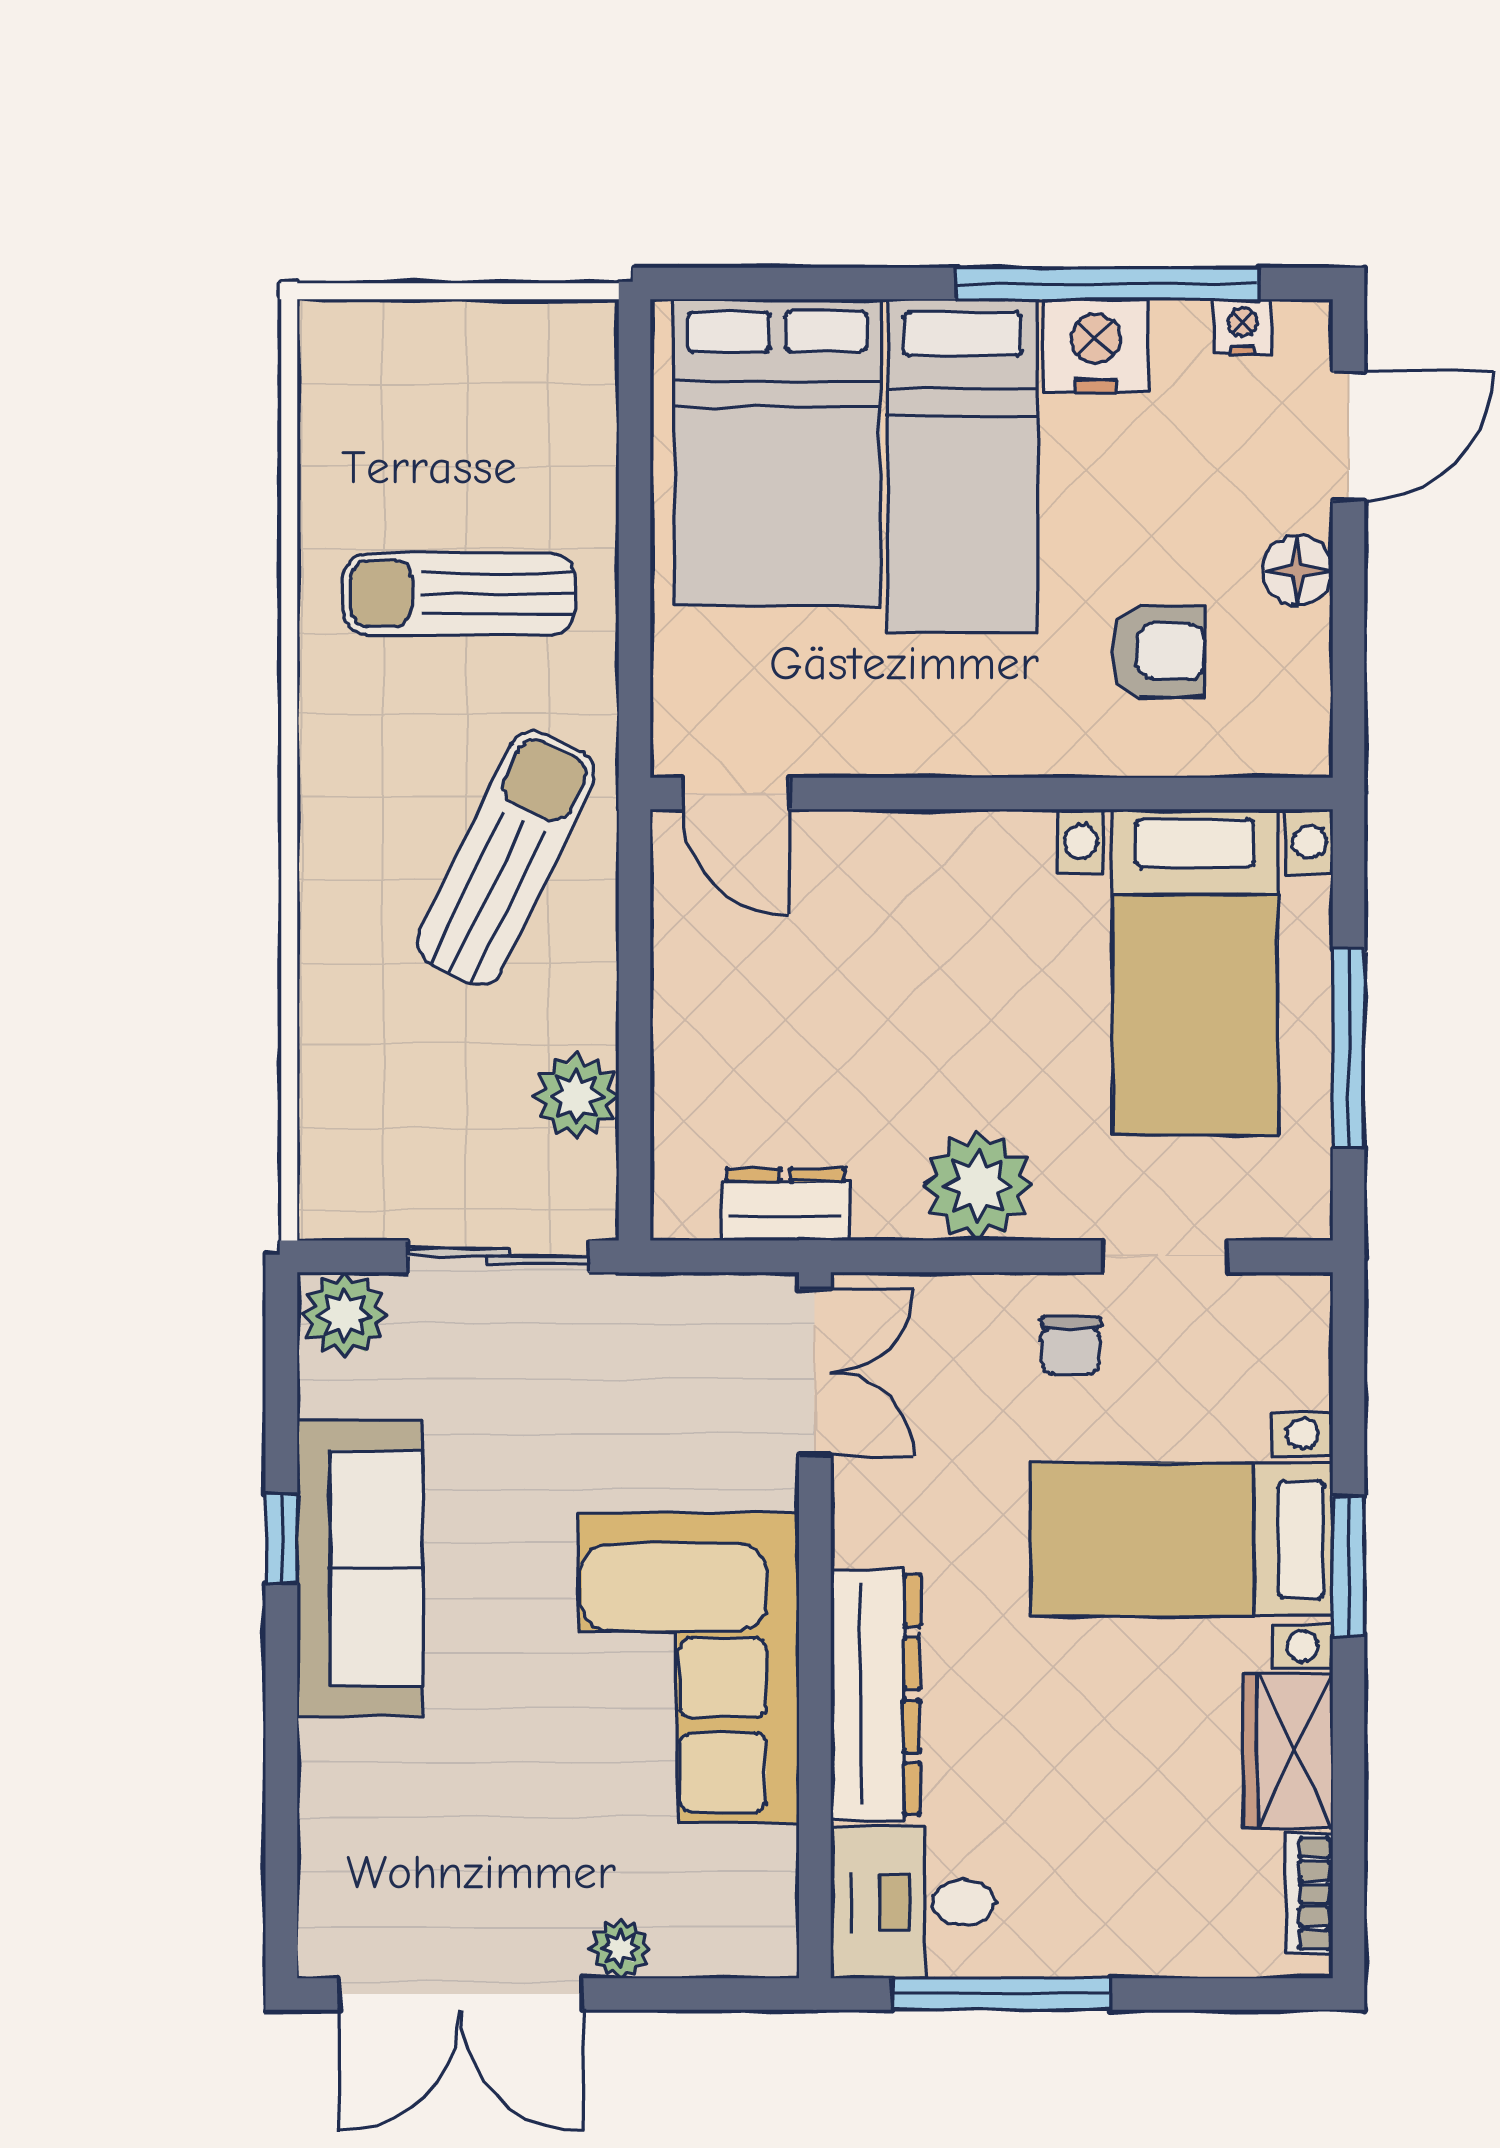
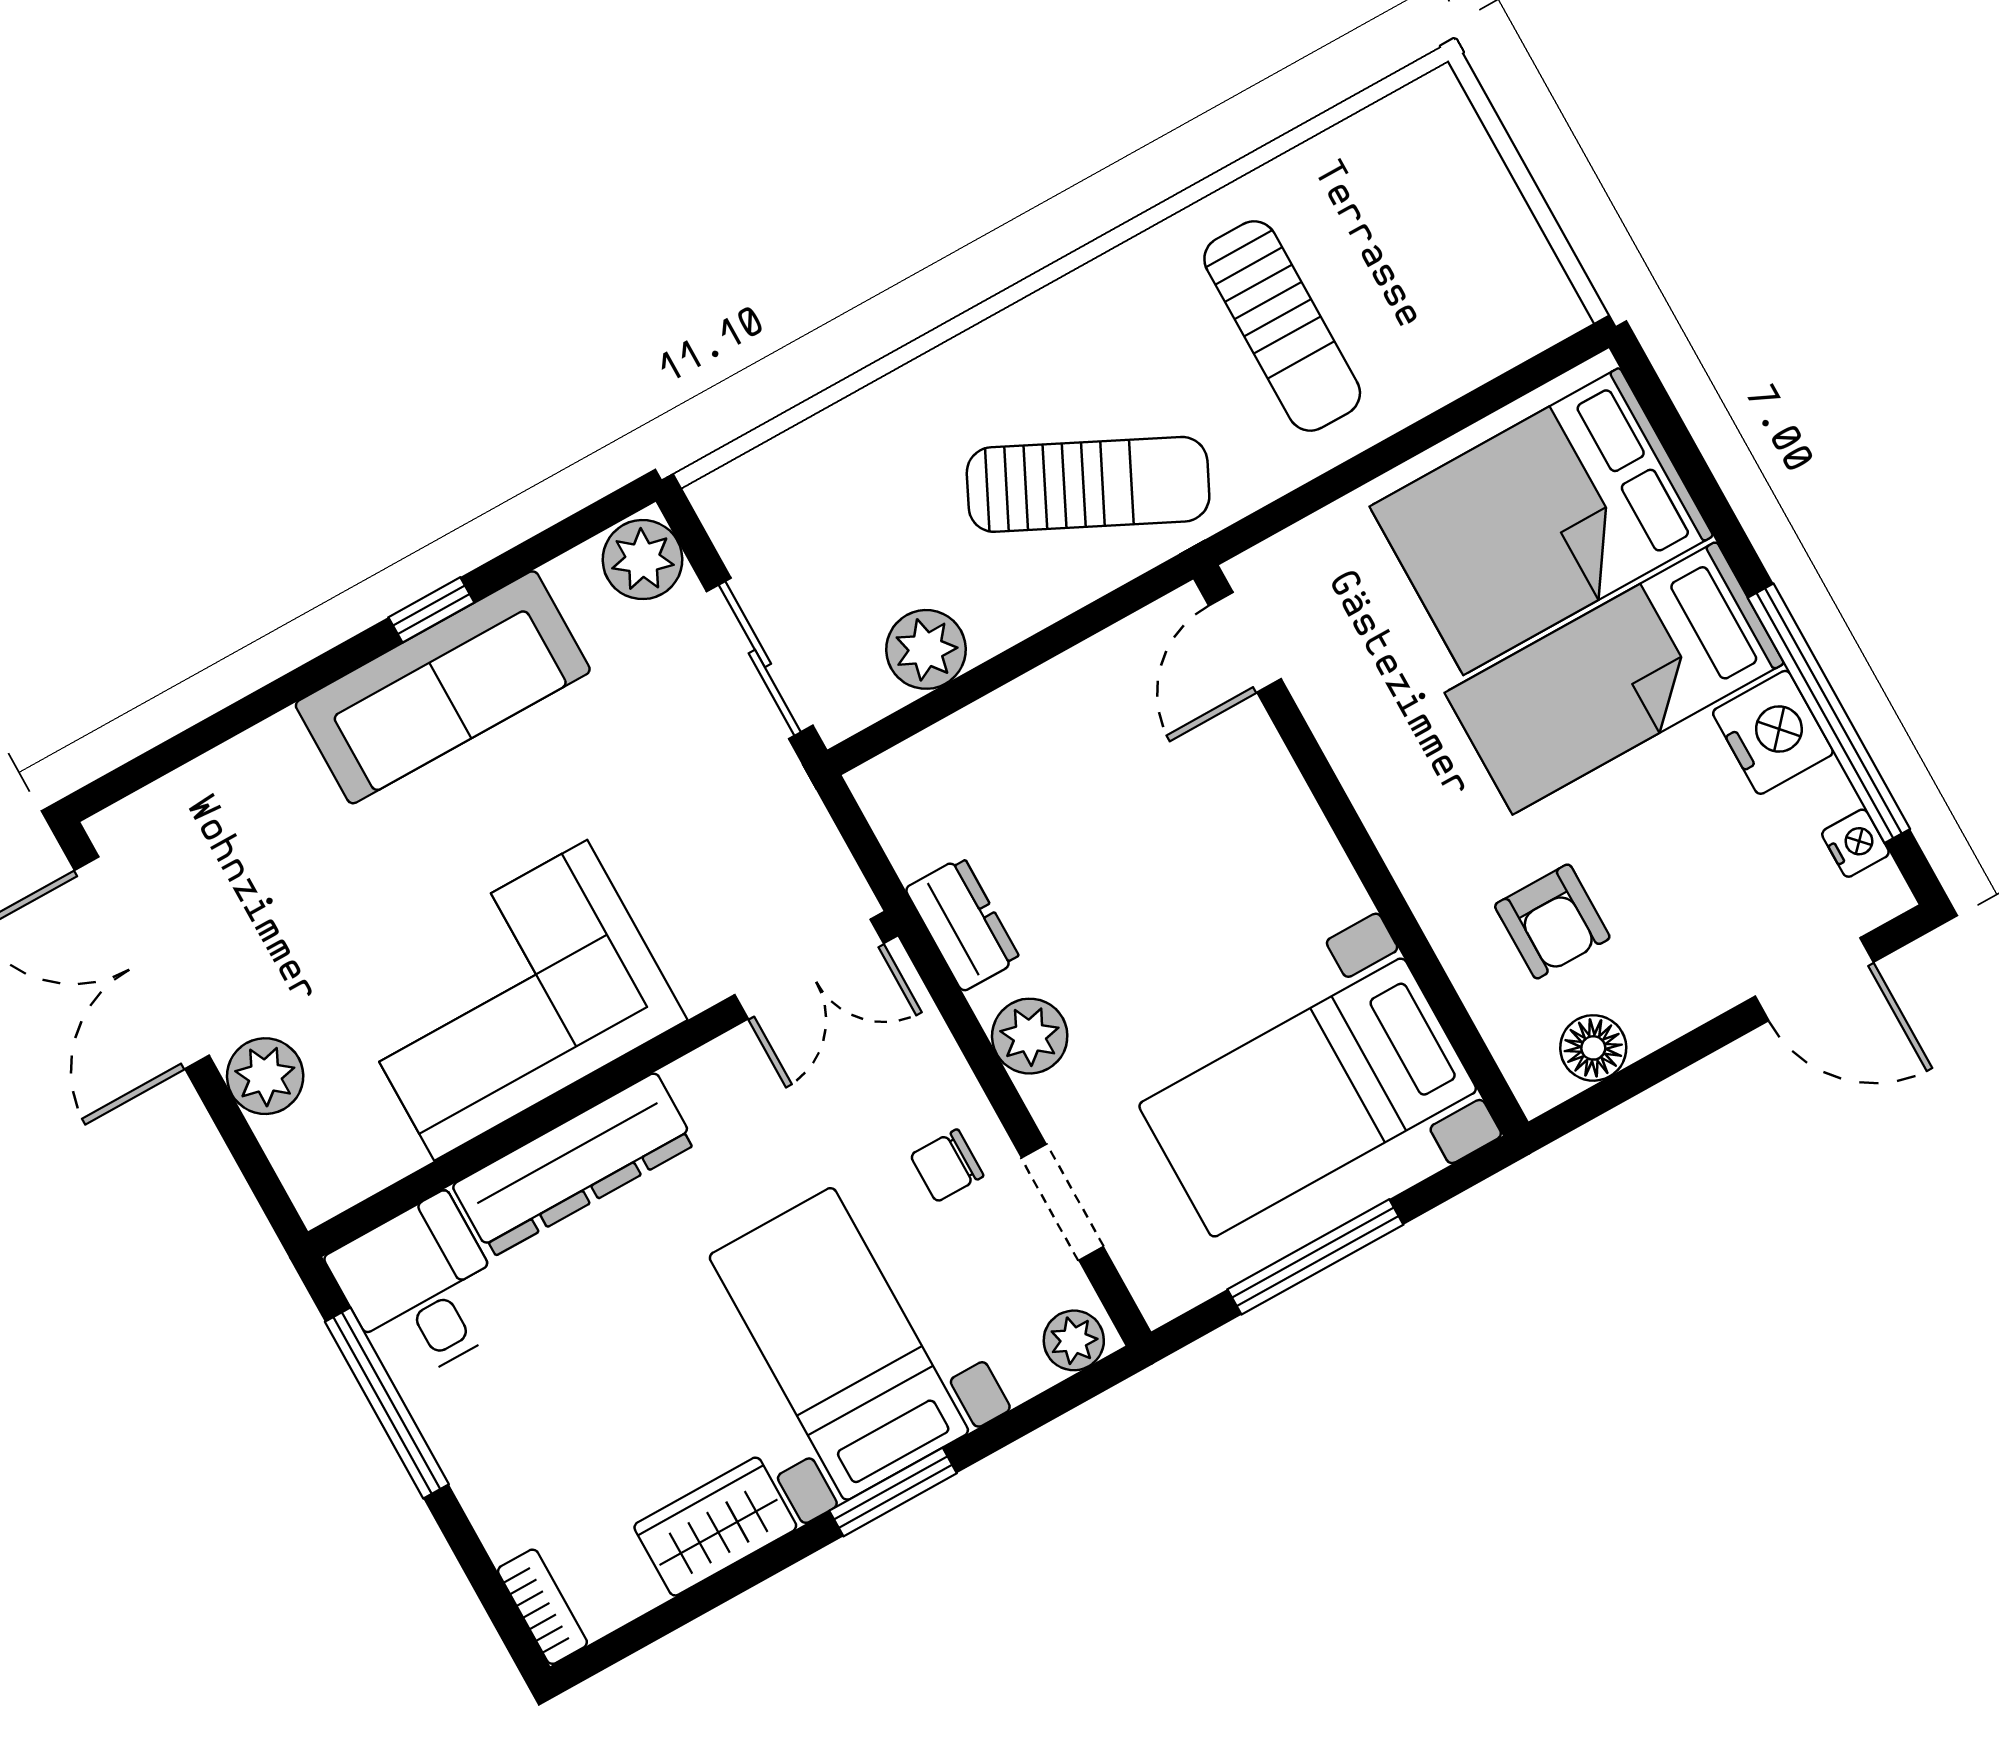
floor lamp: (1298, 570) -> (1593, 1048), moved
sun lounger: (459, 594) -> (1282, 326), turned 180
plant: (978, 1186) -> (1030, 1036), width x0.73, depth x0.73
dresser: (785, 1205) -> (963, 924), moved
plant: (1301, 1318) -> (1074, 1340), added
bookcase: (1309, 1894) -> (542, 1607), moved, turned 90
plant: (620, 1949) -> (265, 1076), width x1.38, depth x1.38

